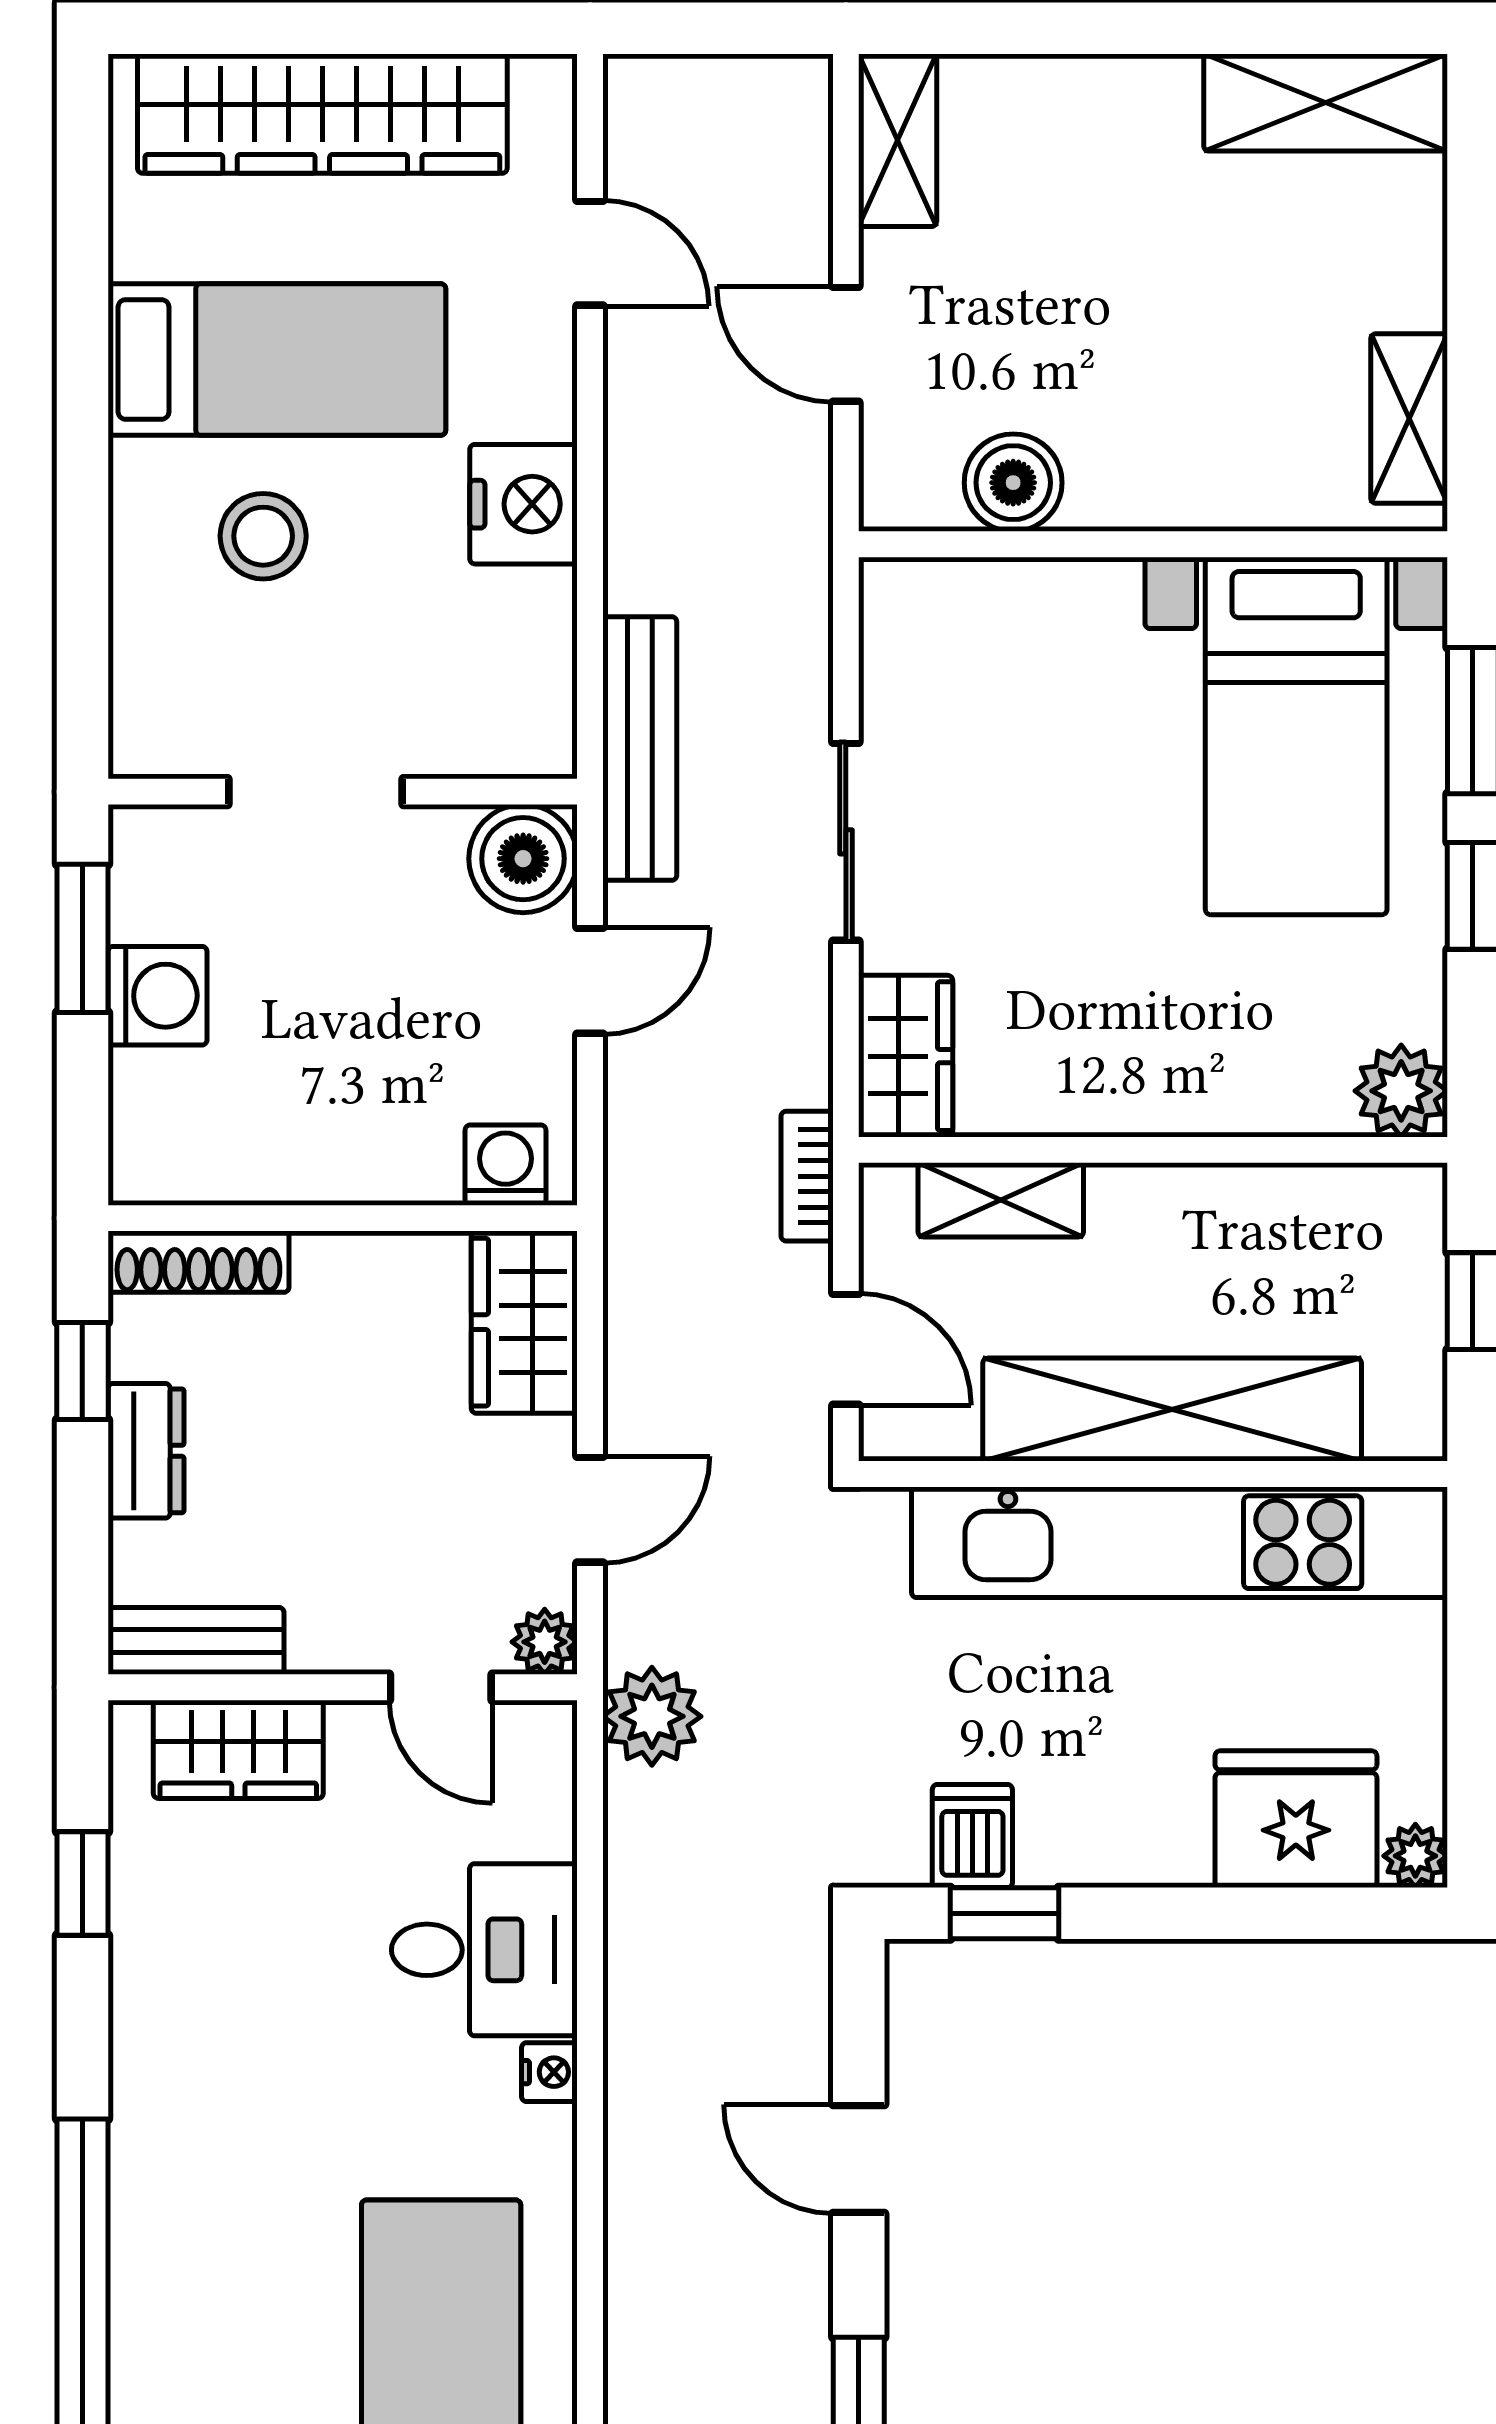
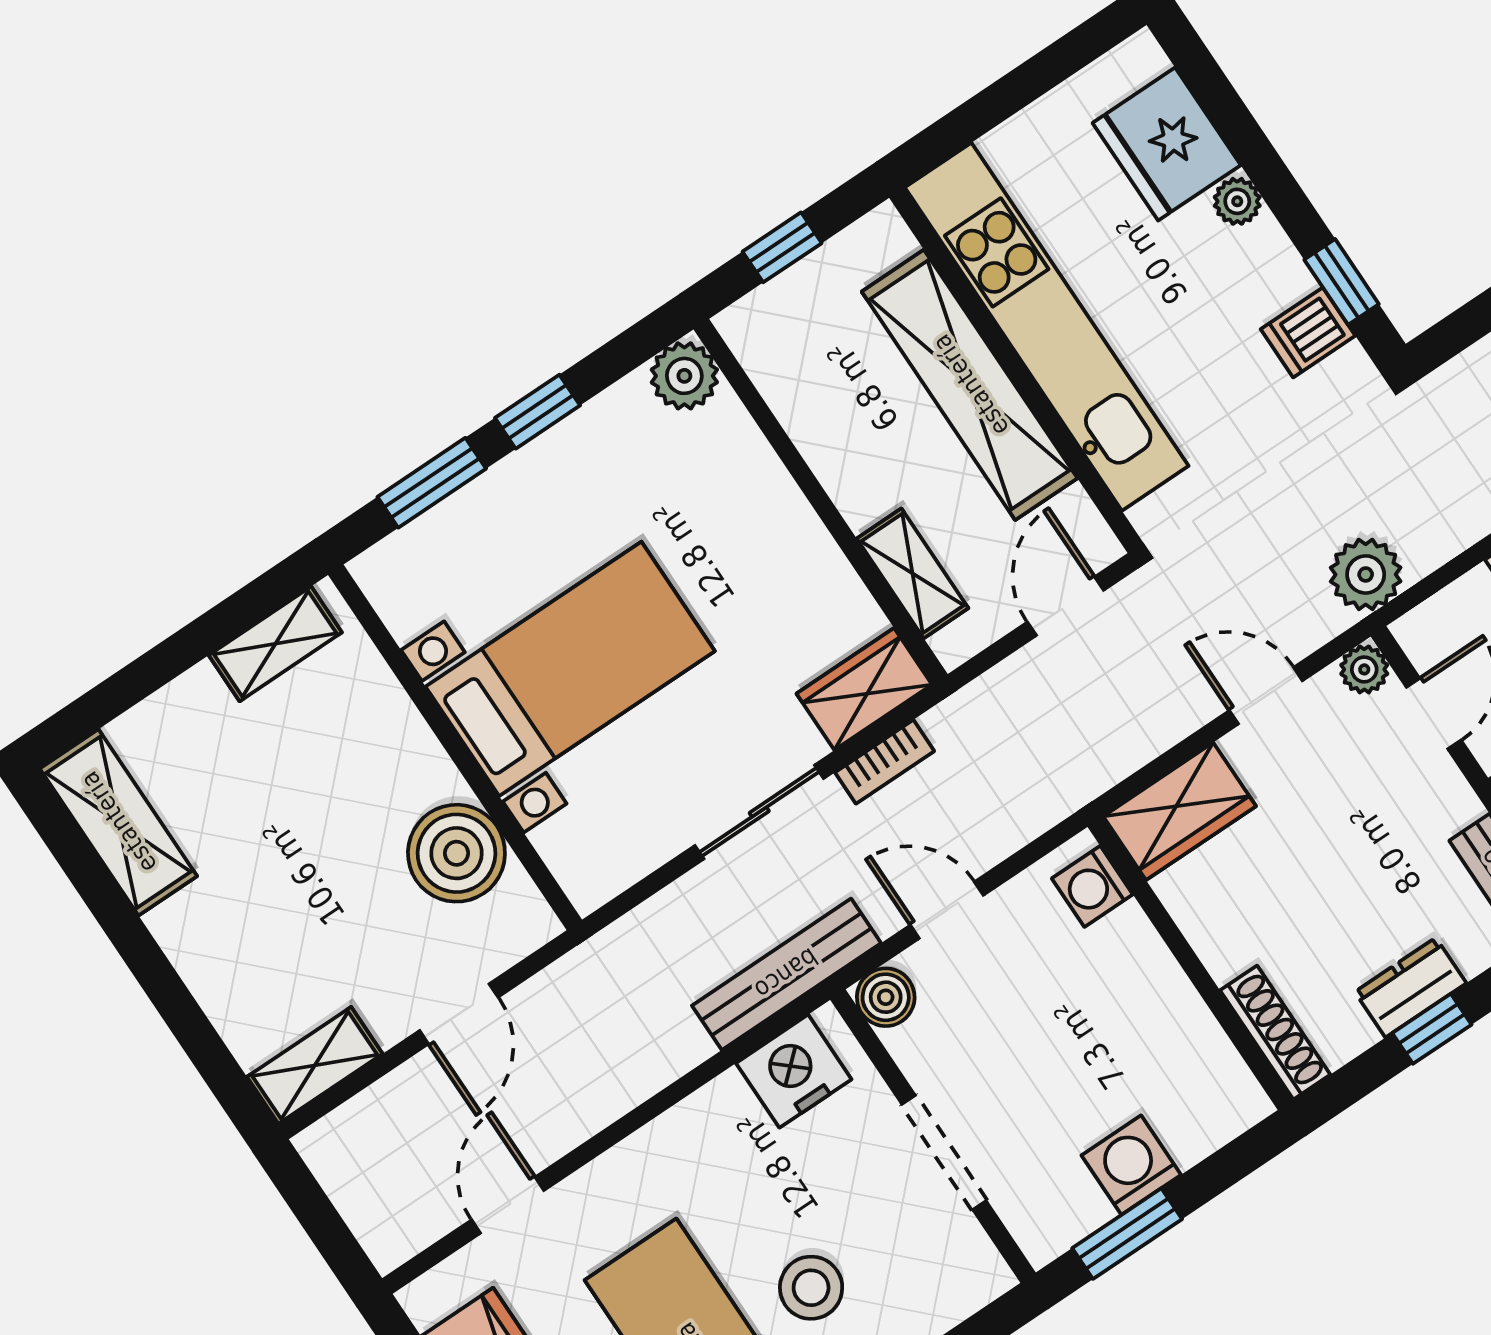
boiler: (1013, 483) -> (456, 853), width x1.37, depth x1.37
nightstand: (524, 504) -> (794, 1071), moved
bed with nightstands: (1296, 736) -> (570, 669), moved
boiler: (523, 859) -> (886, 997), width x0.73, depth x0.73
bookcase: (807, 1176) -> (885, 762), moved
window: (82, 1371) -> (1432, 1029), moved
plant: (1415, 1856) -> (1237, 201), moved

